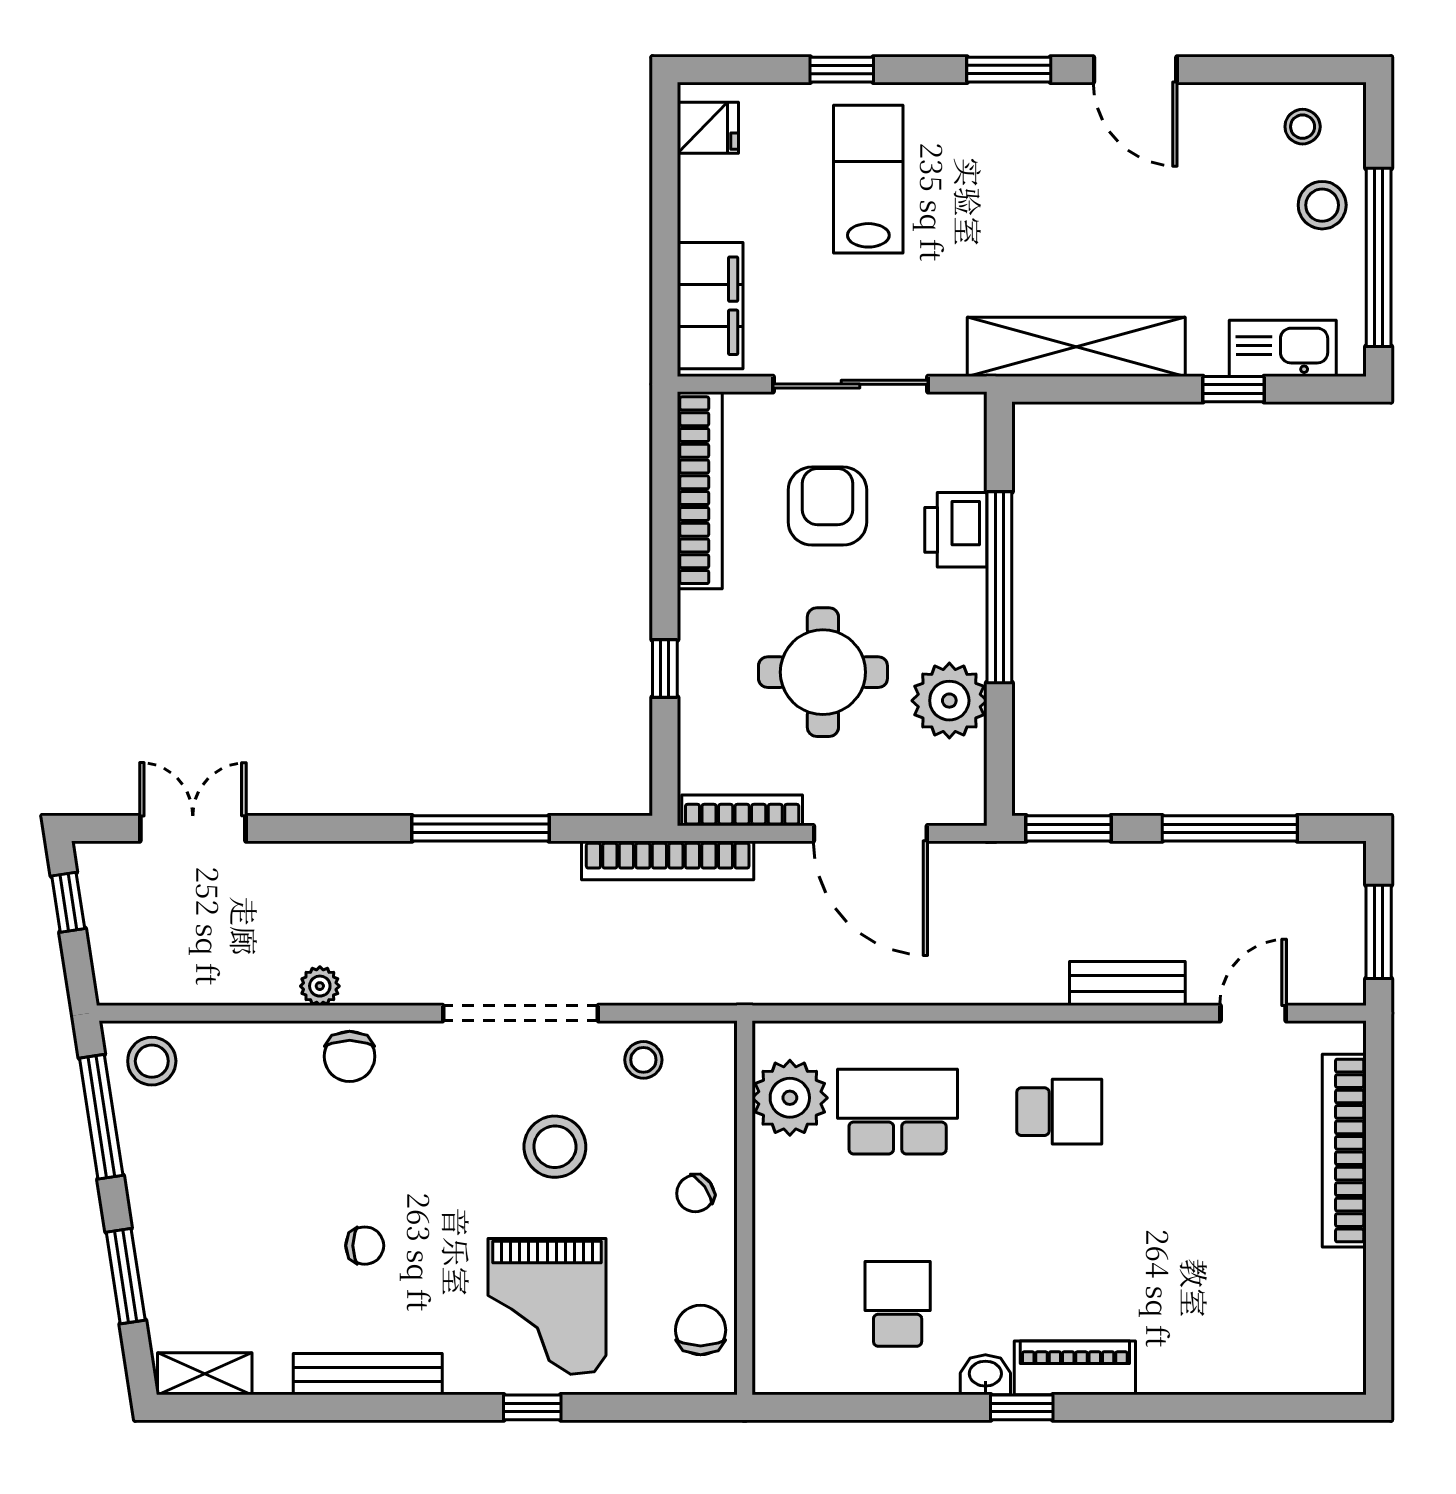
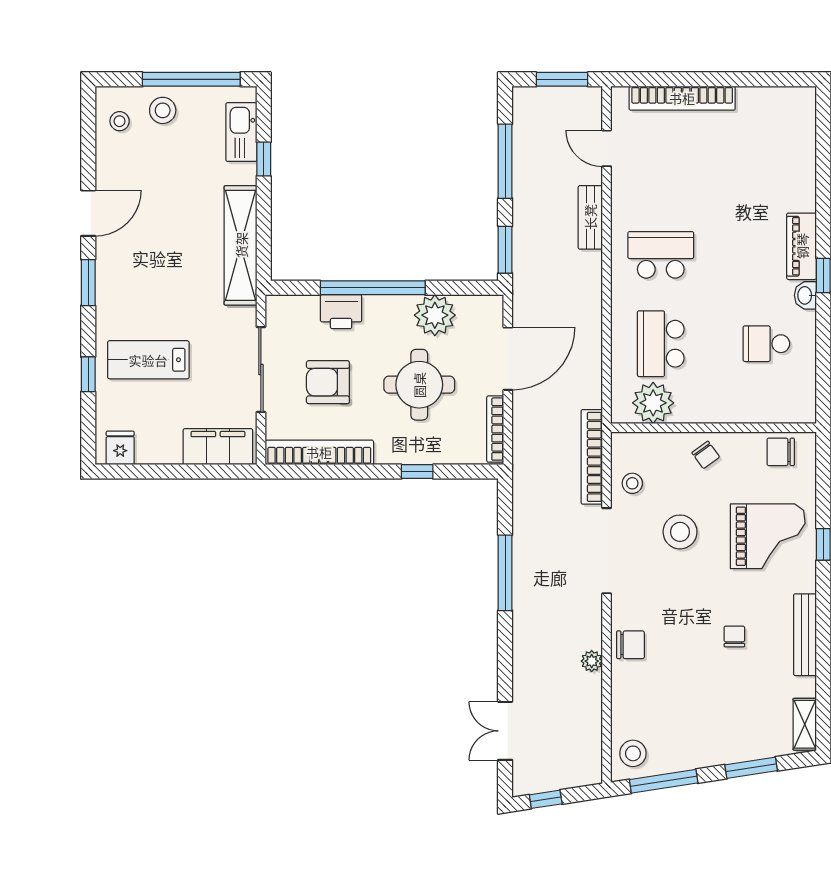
bookcase: (668, 860) -> (592, 457), moved, turned 180
school desk: (1059, 1112) -> (661, 255), width x1.85

